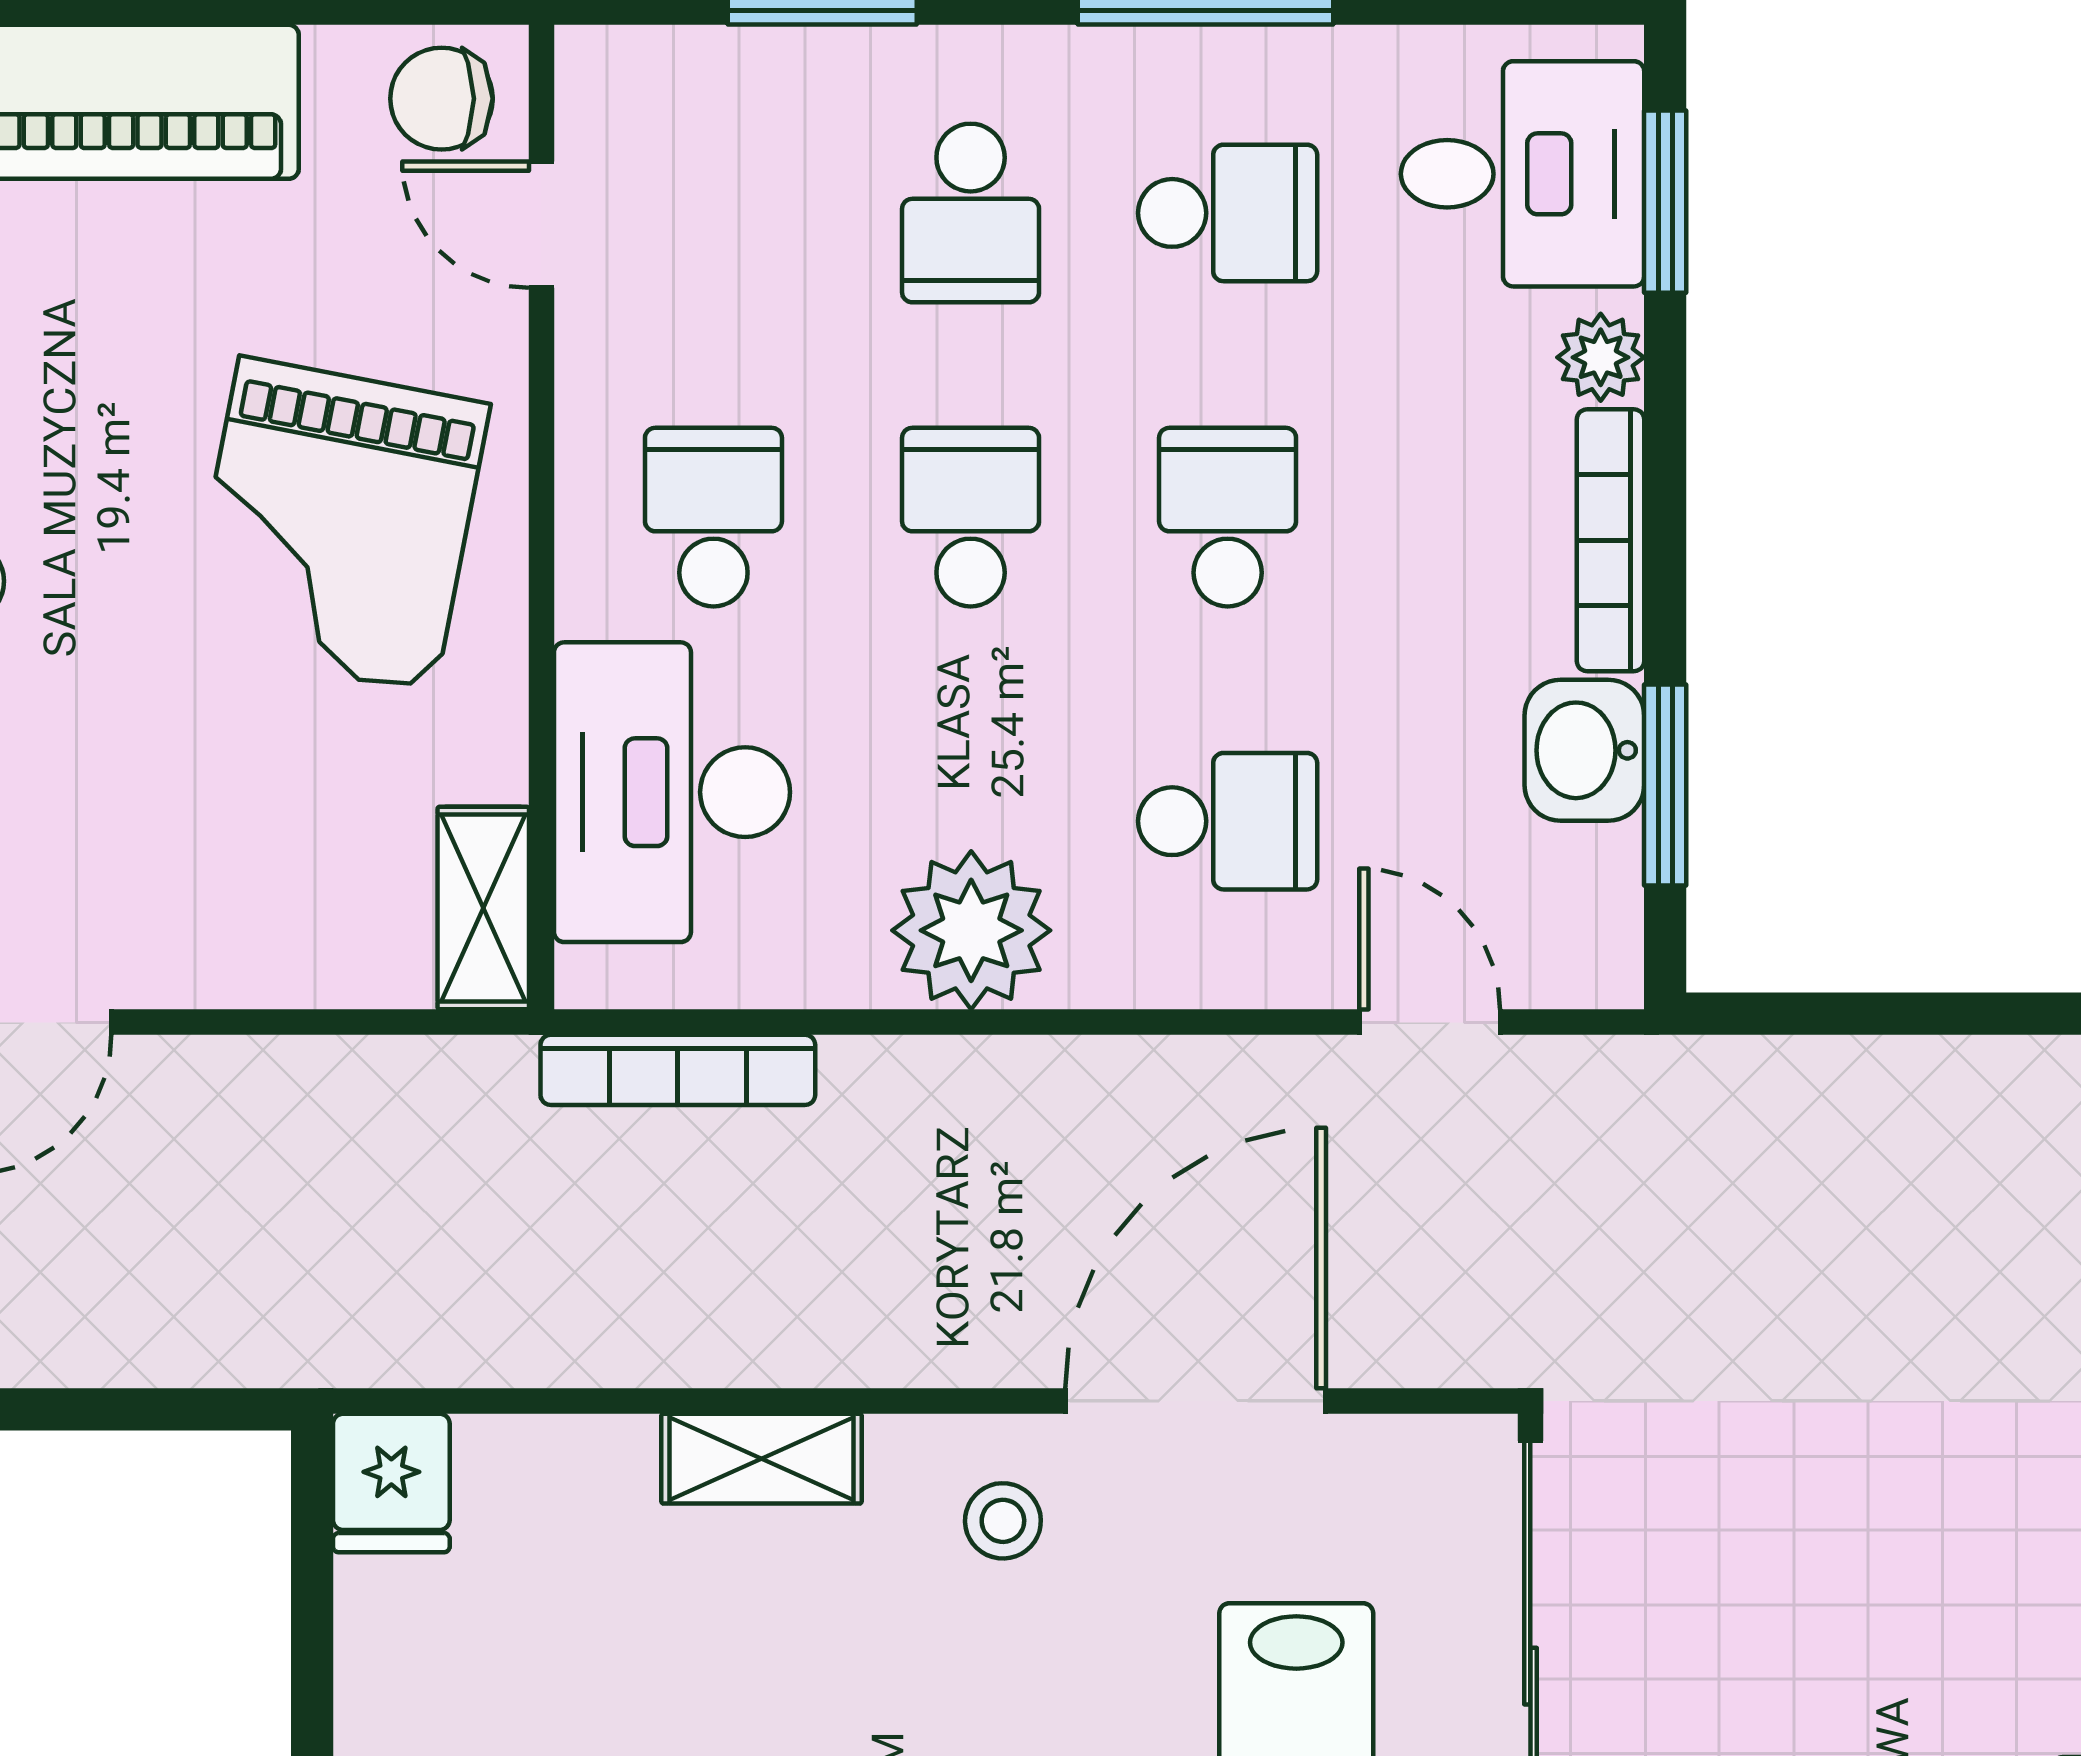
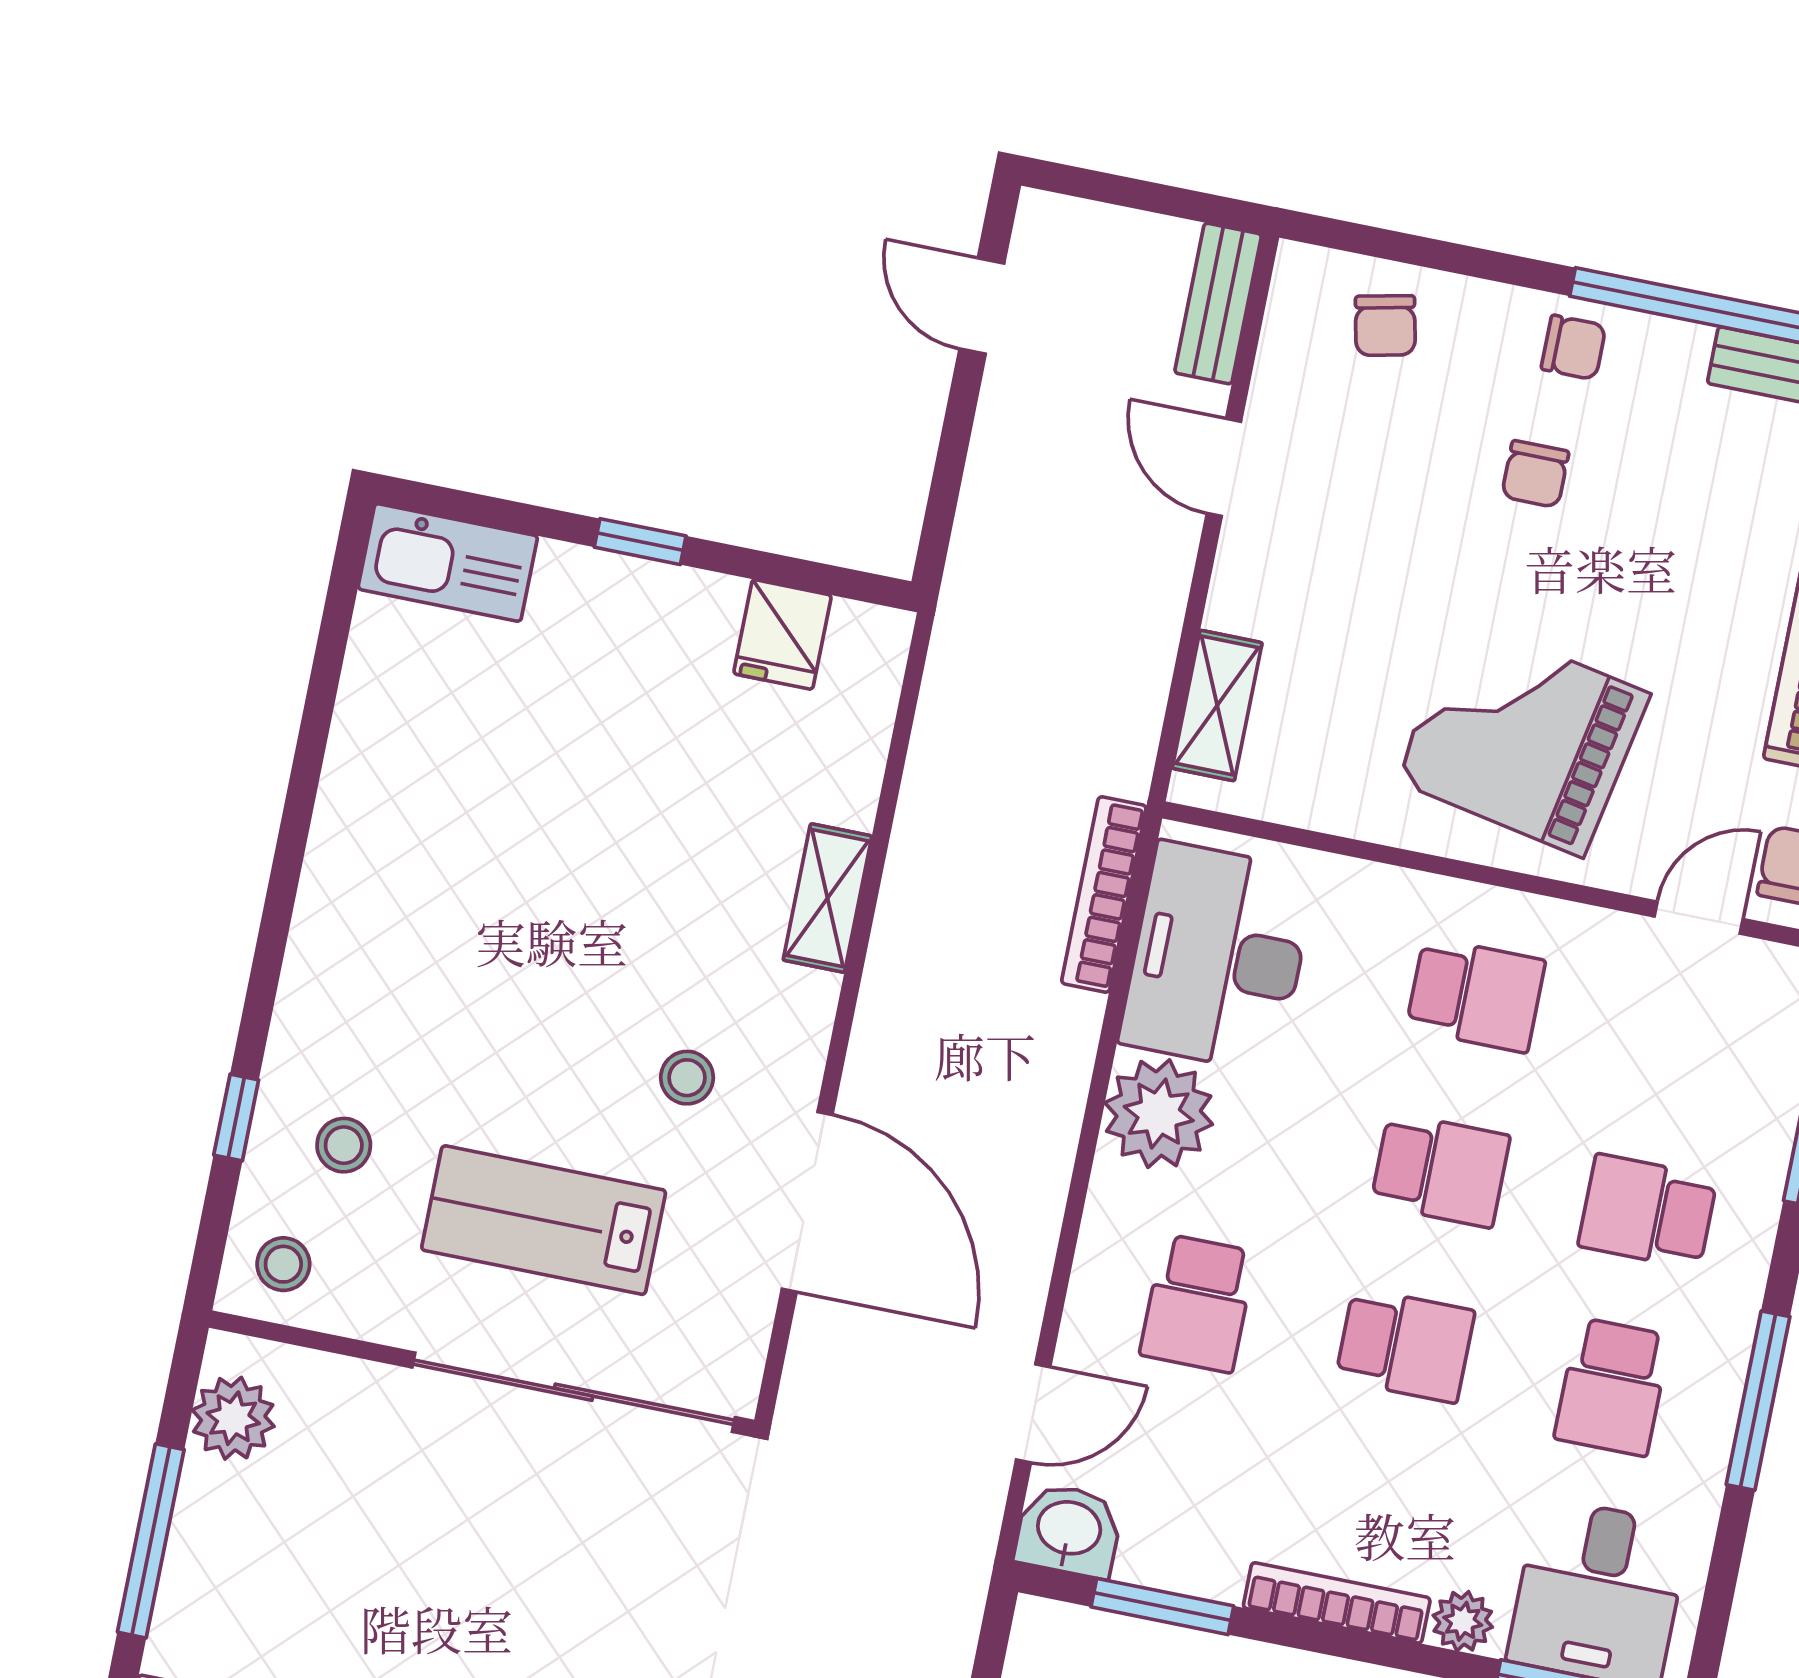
washbasin: (1584, 750) -> (1069, 1530), moved
desk: (672, 792) -> (1218, 957), moved, turned -90
shelving: (483, 908) -> (1217, 706), moved, turned 90
fridge: (391, 1483) -> (783, 634), moved, turned -90
stool: (1003, 1521) -> (687, 1078), moved

